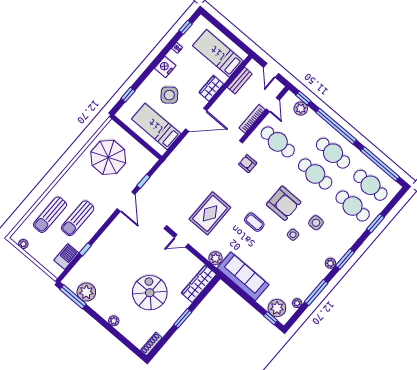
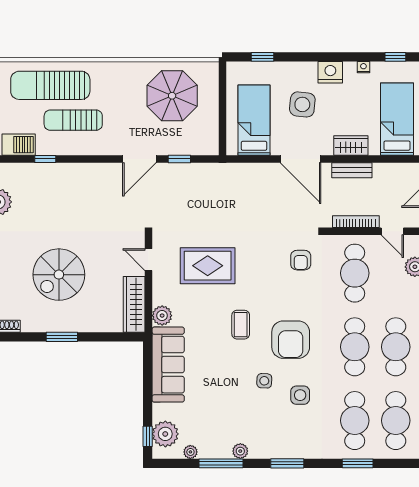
bench: (240, 81) -> (352, 170), moved
side table: (169, 95) -> (302, 104), turned 45
door: (273, 105) -> (392, 231), hinge flipped
armchair: (248, 164) -> (301, 260), turned 180
sun lounger: (50, 215) -> (50, 85), width x1.36, depth x1.34
plant: (330, 263) -> (240, 451), moved
wardrobe: (199, 284) -> (134, 304), moved, turned -90
spiral stairs: (150, 293) -> (59, 275), turned 180

